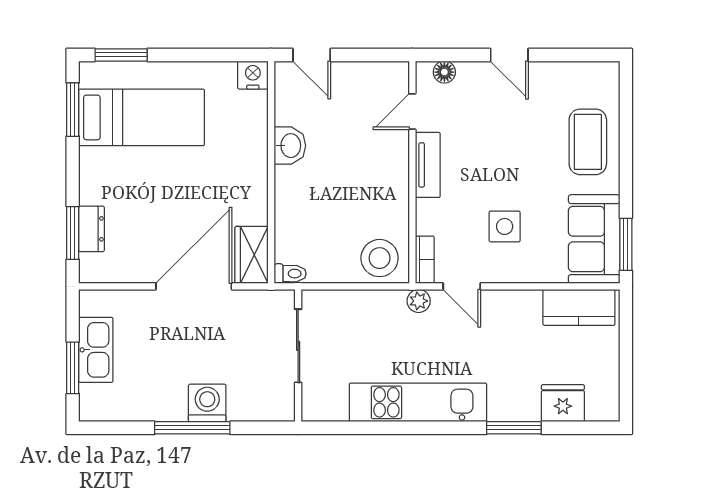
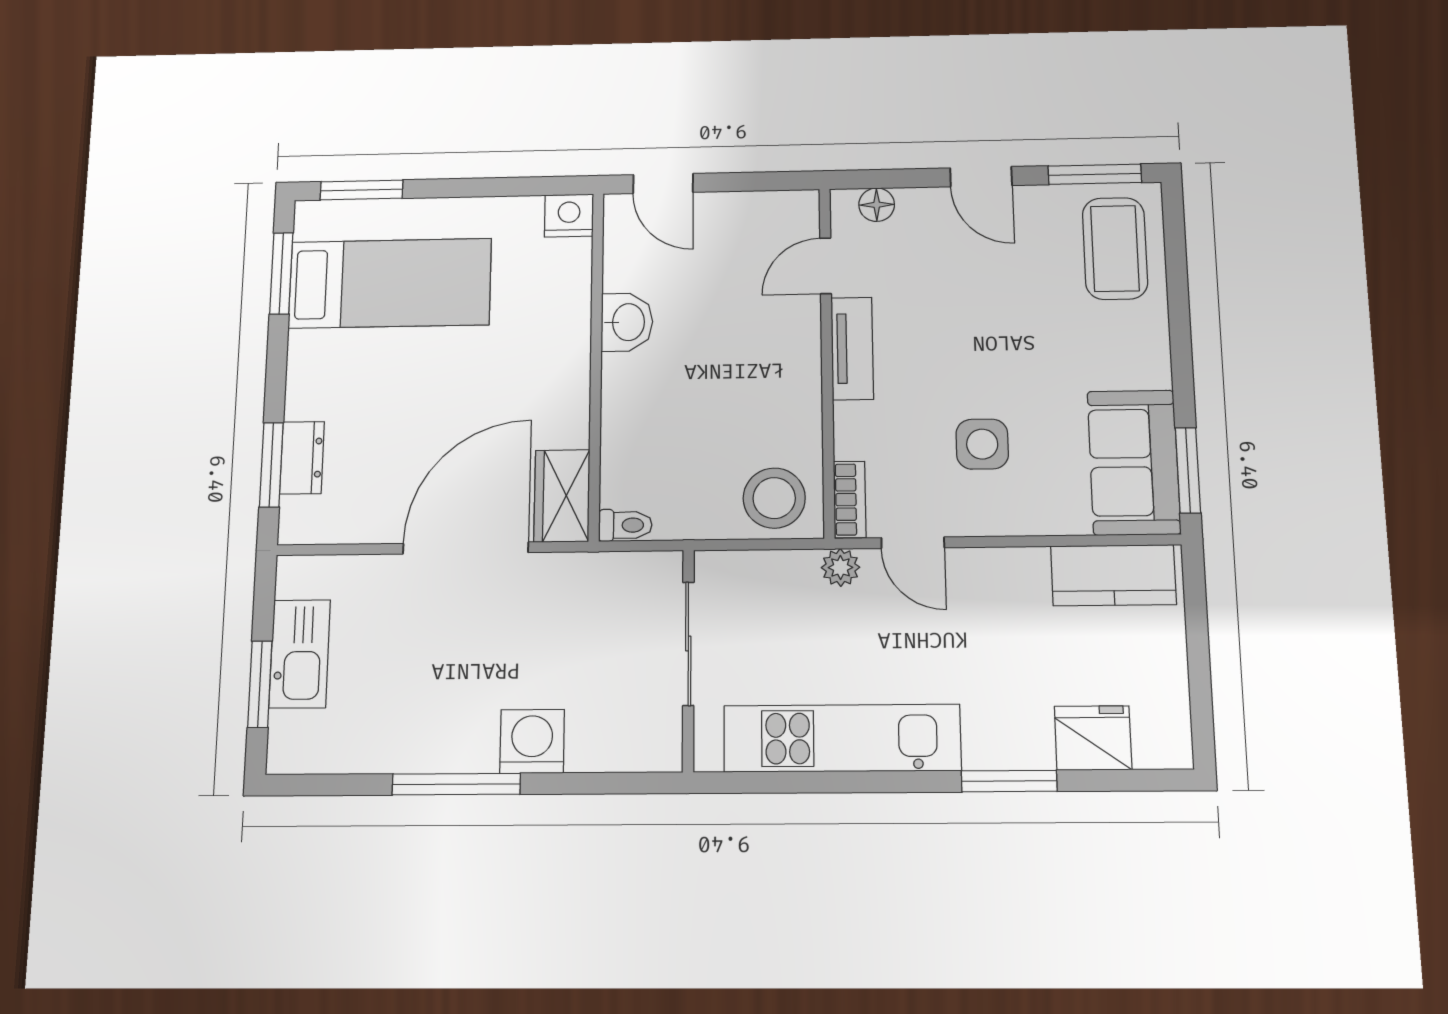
window: (579, 55) -> (1095, 174), added
coffee table: (588, 142) -> (1115, 248), moved
sliding door: (298, 346) -> (688, 644), moved
wall: (298, 356) -> (688, 660), moved
washing machine: (207, 403) -> (532, 741), moved

